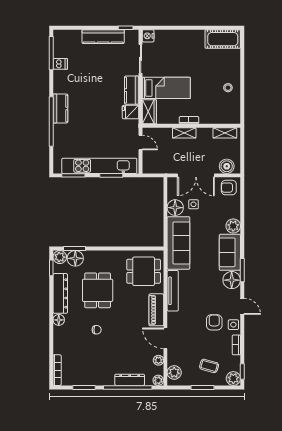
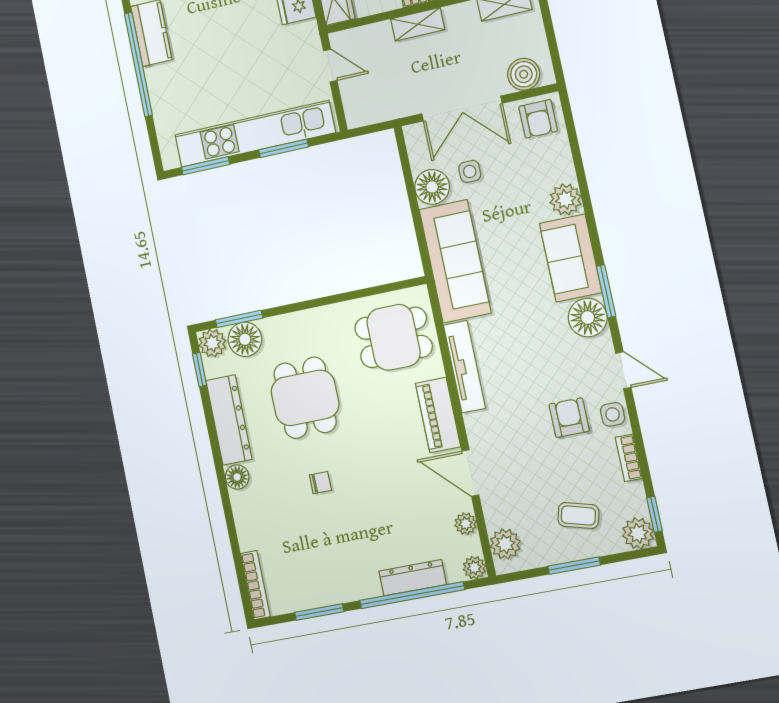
armchair: (229, 188) -> (538, 119), turned -90

